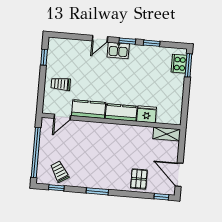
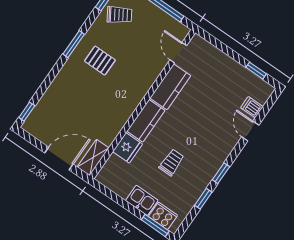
door: (100, 39) -> (250, 131), moved
dishwasher: (71, 46) -> (252, 107), added
kitchen sink: (118, 50) -> (142, 200), moved, turned 90
trolley: (61, 84) -> (171, 162), moved
door: (179, 175) -> (59, 159), moved
pallet: (139, 179) -> (100, 61), moved

